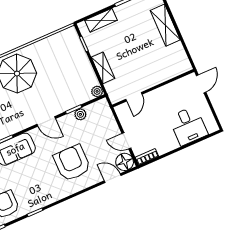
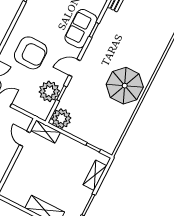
shelving: (103, 68) -> (45, 131), moved
plant: (97, 91) -> (61, 118), width x1.88, depth x1.88
plant: (80, 114) -> (49, 91), width x1.88, depth x1.88

